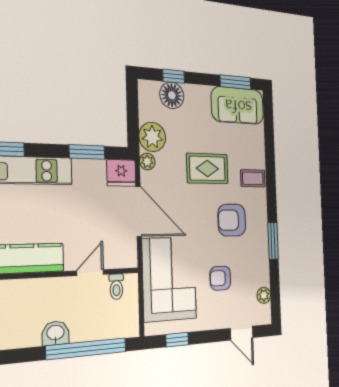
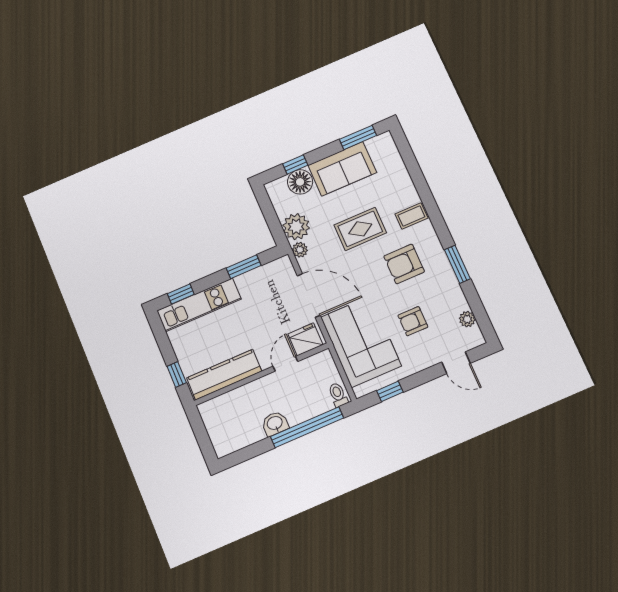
sofa: (238, 106) -> (342, 169), moved
fridge: (121, 173) -> (305, 339), moved, turned 180
toilet: (116, 287) -> (338, 395), moved, turned 180

